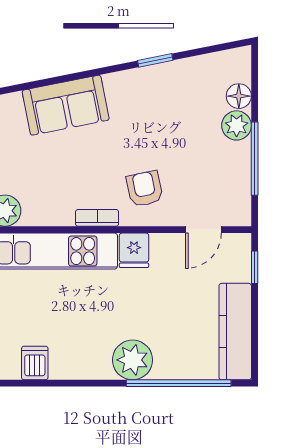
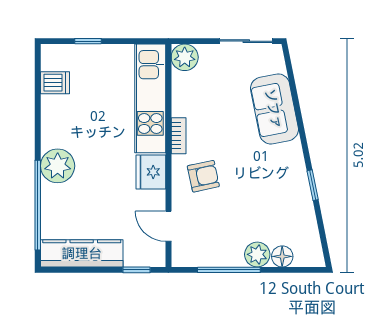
fridge: (134, 250) -> (151, 172), width x1.38

